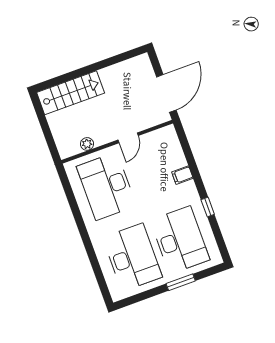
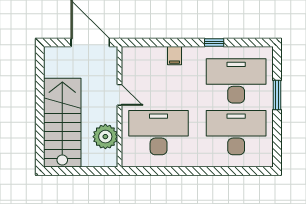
stairs: (71, 93) -> (62, 123), width x1.36, depth x1.51
plant: (87, 144) -> (105, 137), width x1.88, depth x1.88
desk: (106, 186) -> (159, 133), turned 180

